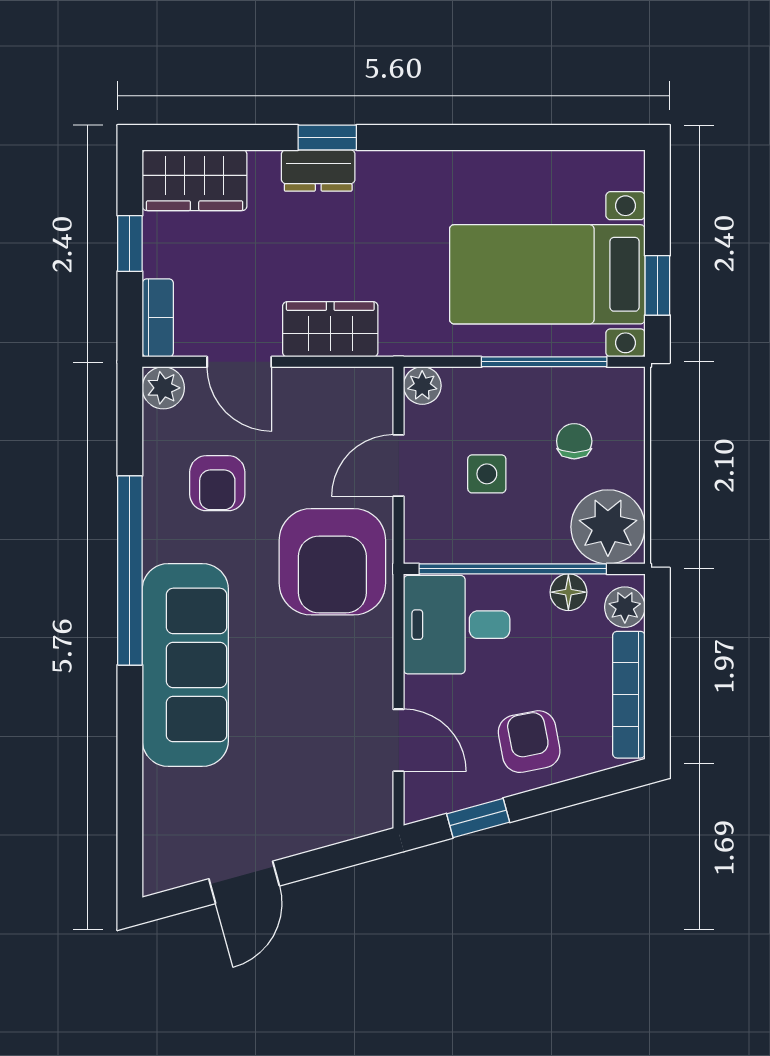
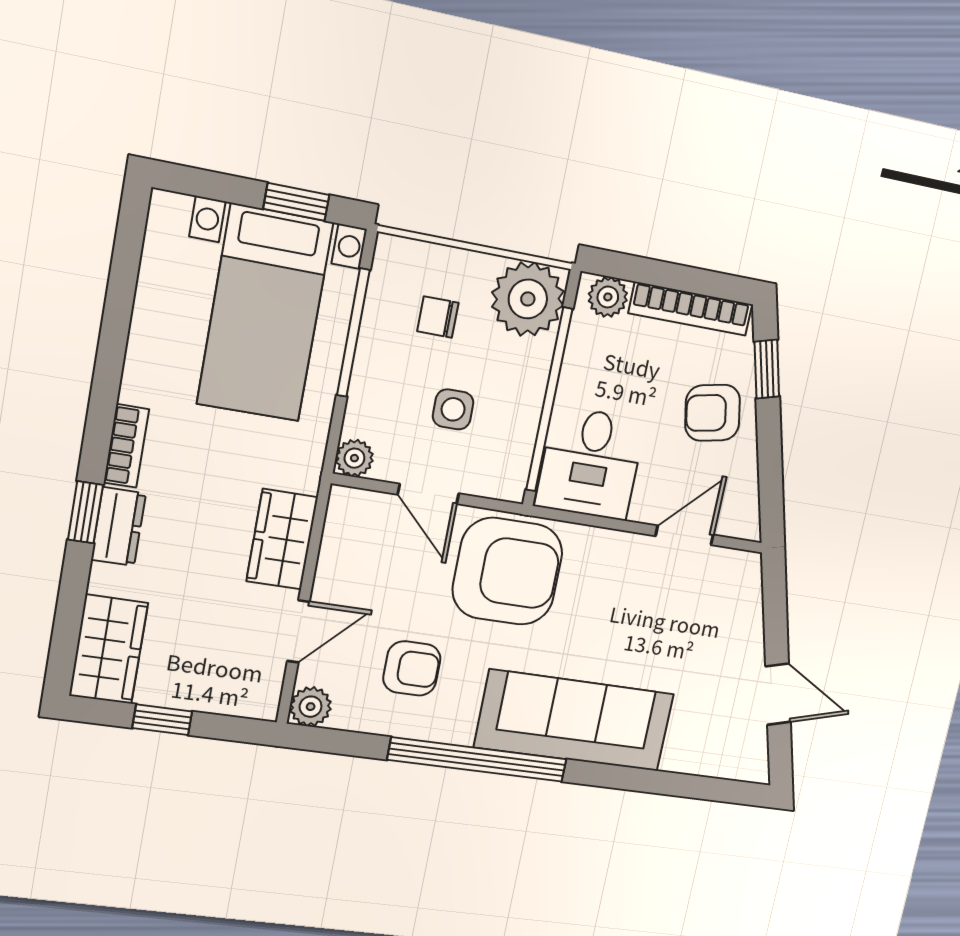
bookcase: (158, 318) -> (126, 446), moved, turned 90
floor lamp: (568, 592) -> (582, 350), removed
window: (478, 818) -> (767, 369), moved

